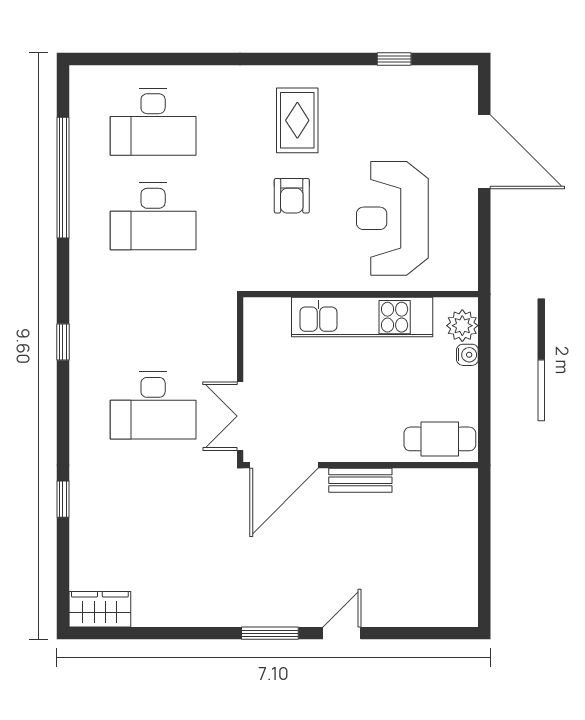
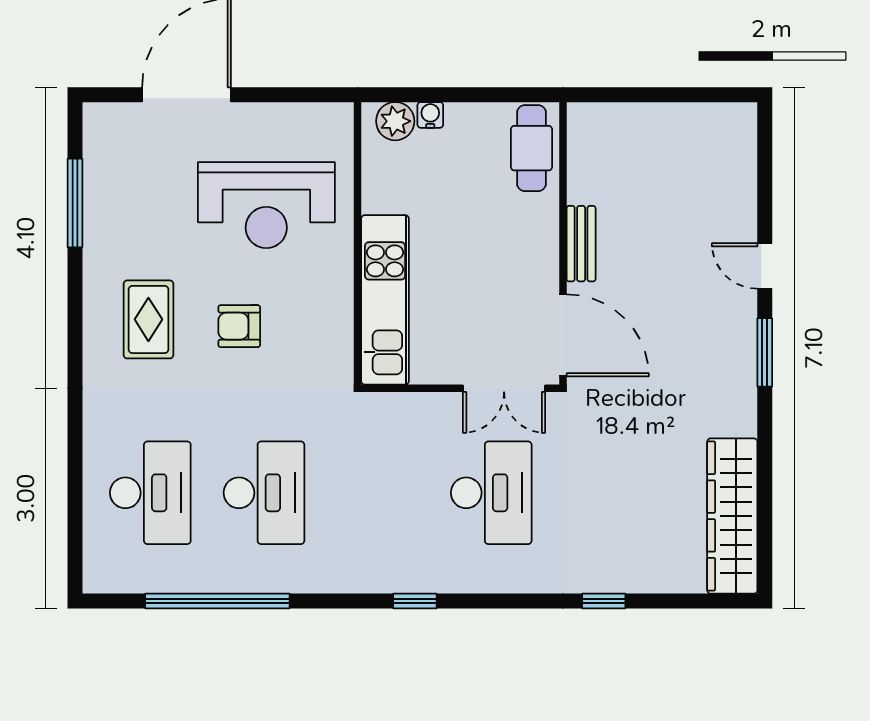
window: (394, 59) -> (75, 203), width x2.17
rug: (297, 120) -> (148, 319), turned 90
armchair: (292, 196) -> (239, 326), turned 180
kitchen unit: (362, 317) -> (385, 300), moved
wardrobe: (100, 609) -> (732, 516), width x2.10, depth x1.17

